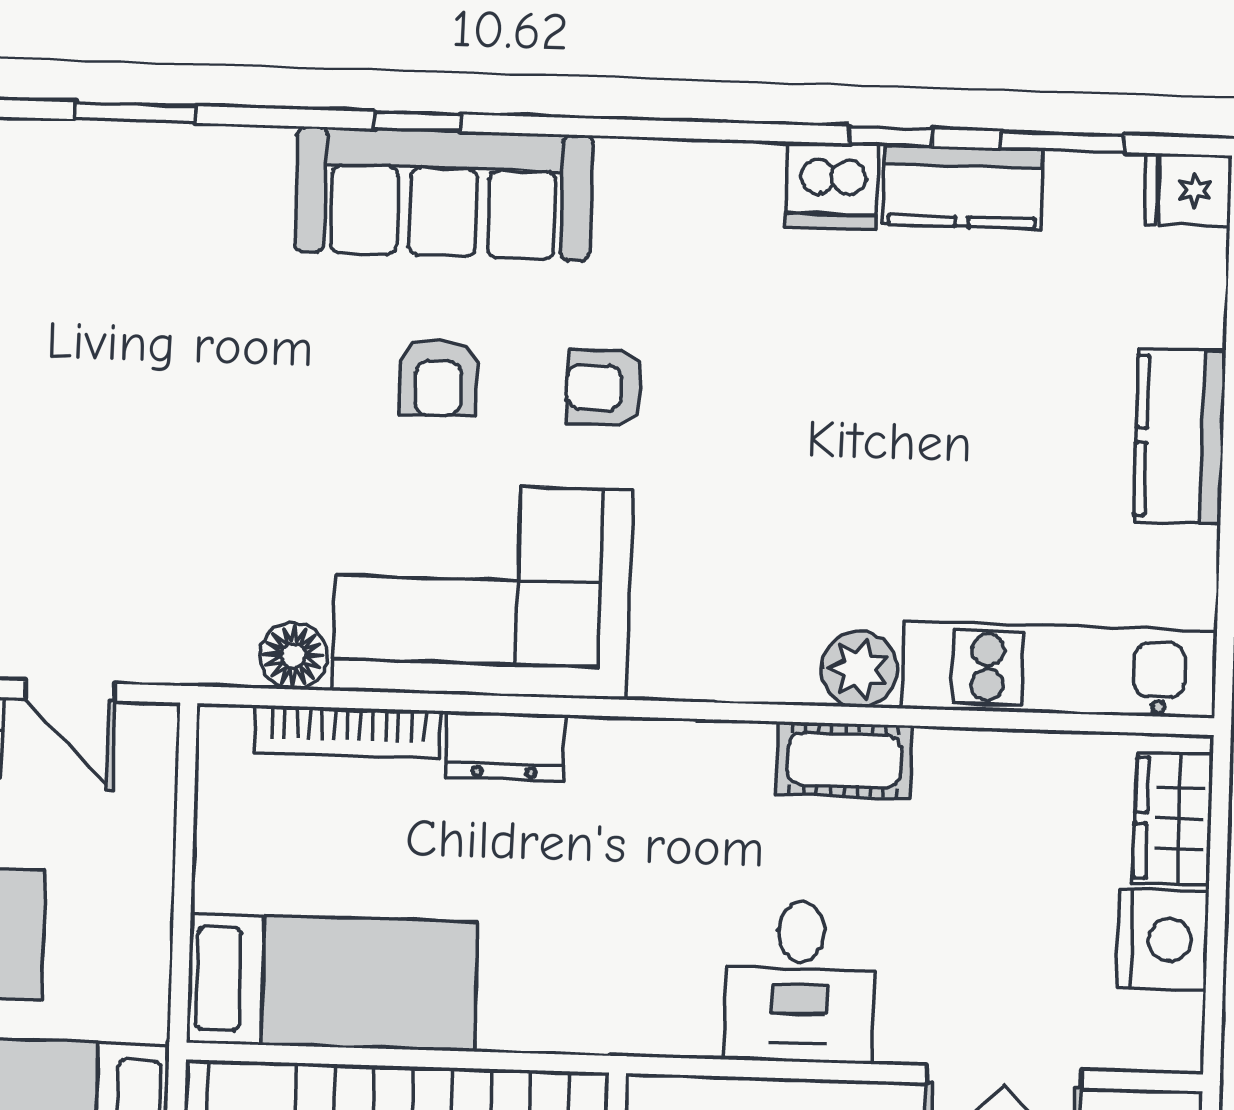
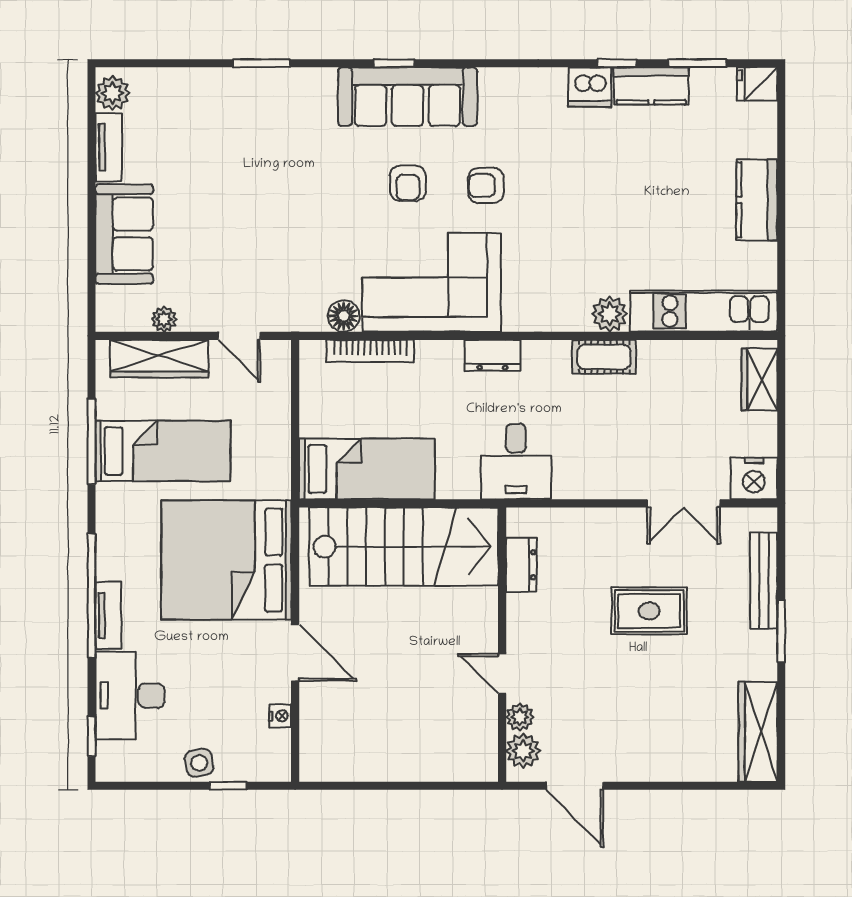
dresser: (505, 746) -> (492, 355), moved
nightstand: (1163, 940) -> (754, 478), moved, turned 90
desk: (800, 982) -> (516, 462), moved

